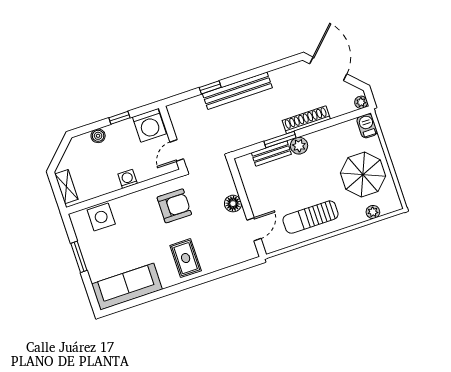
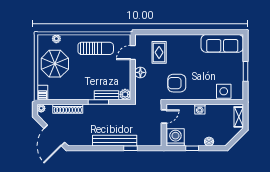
shoe rack: (306, 120) -> (68, 109), moved
plant: (299, 146) -> (125, 94), moved
rug: (186, 258) -> (159, 52), moved

